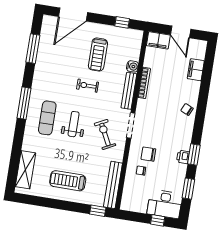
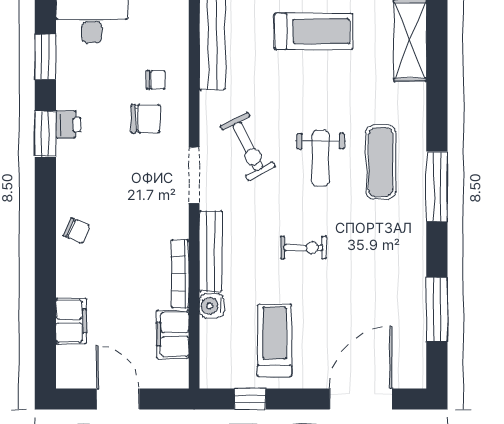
filing cabinet: (158, 40) -> (173, 334), moved, turned -90
treadmill: (98, 54) -> (275, 340), moved

